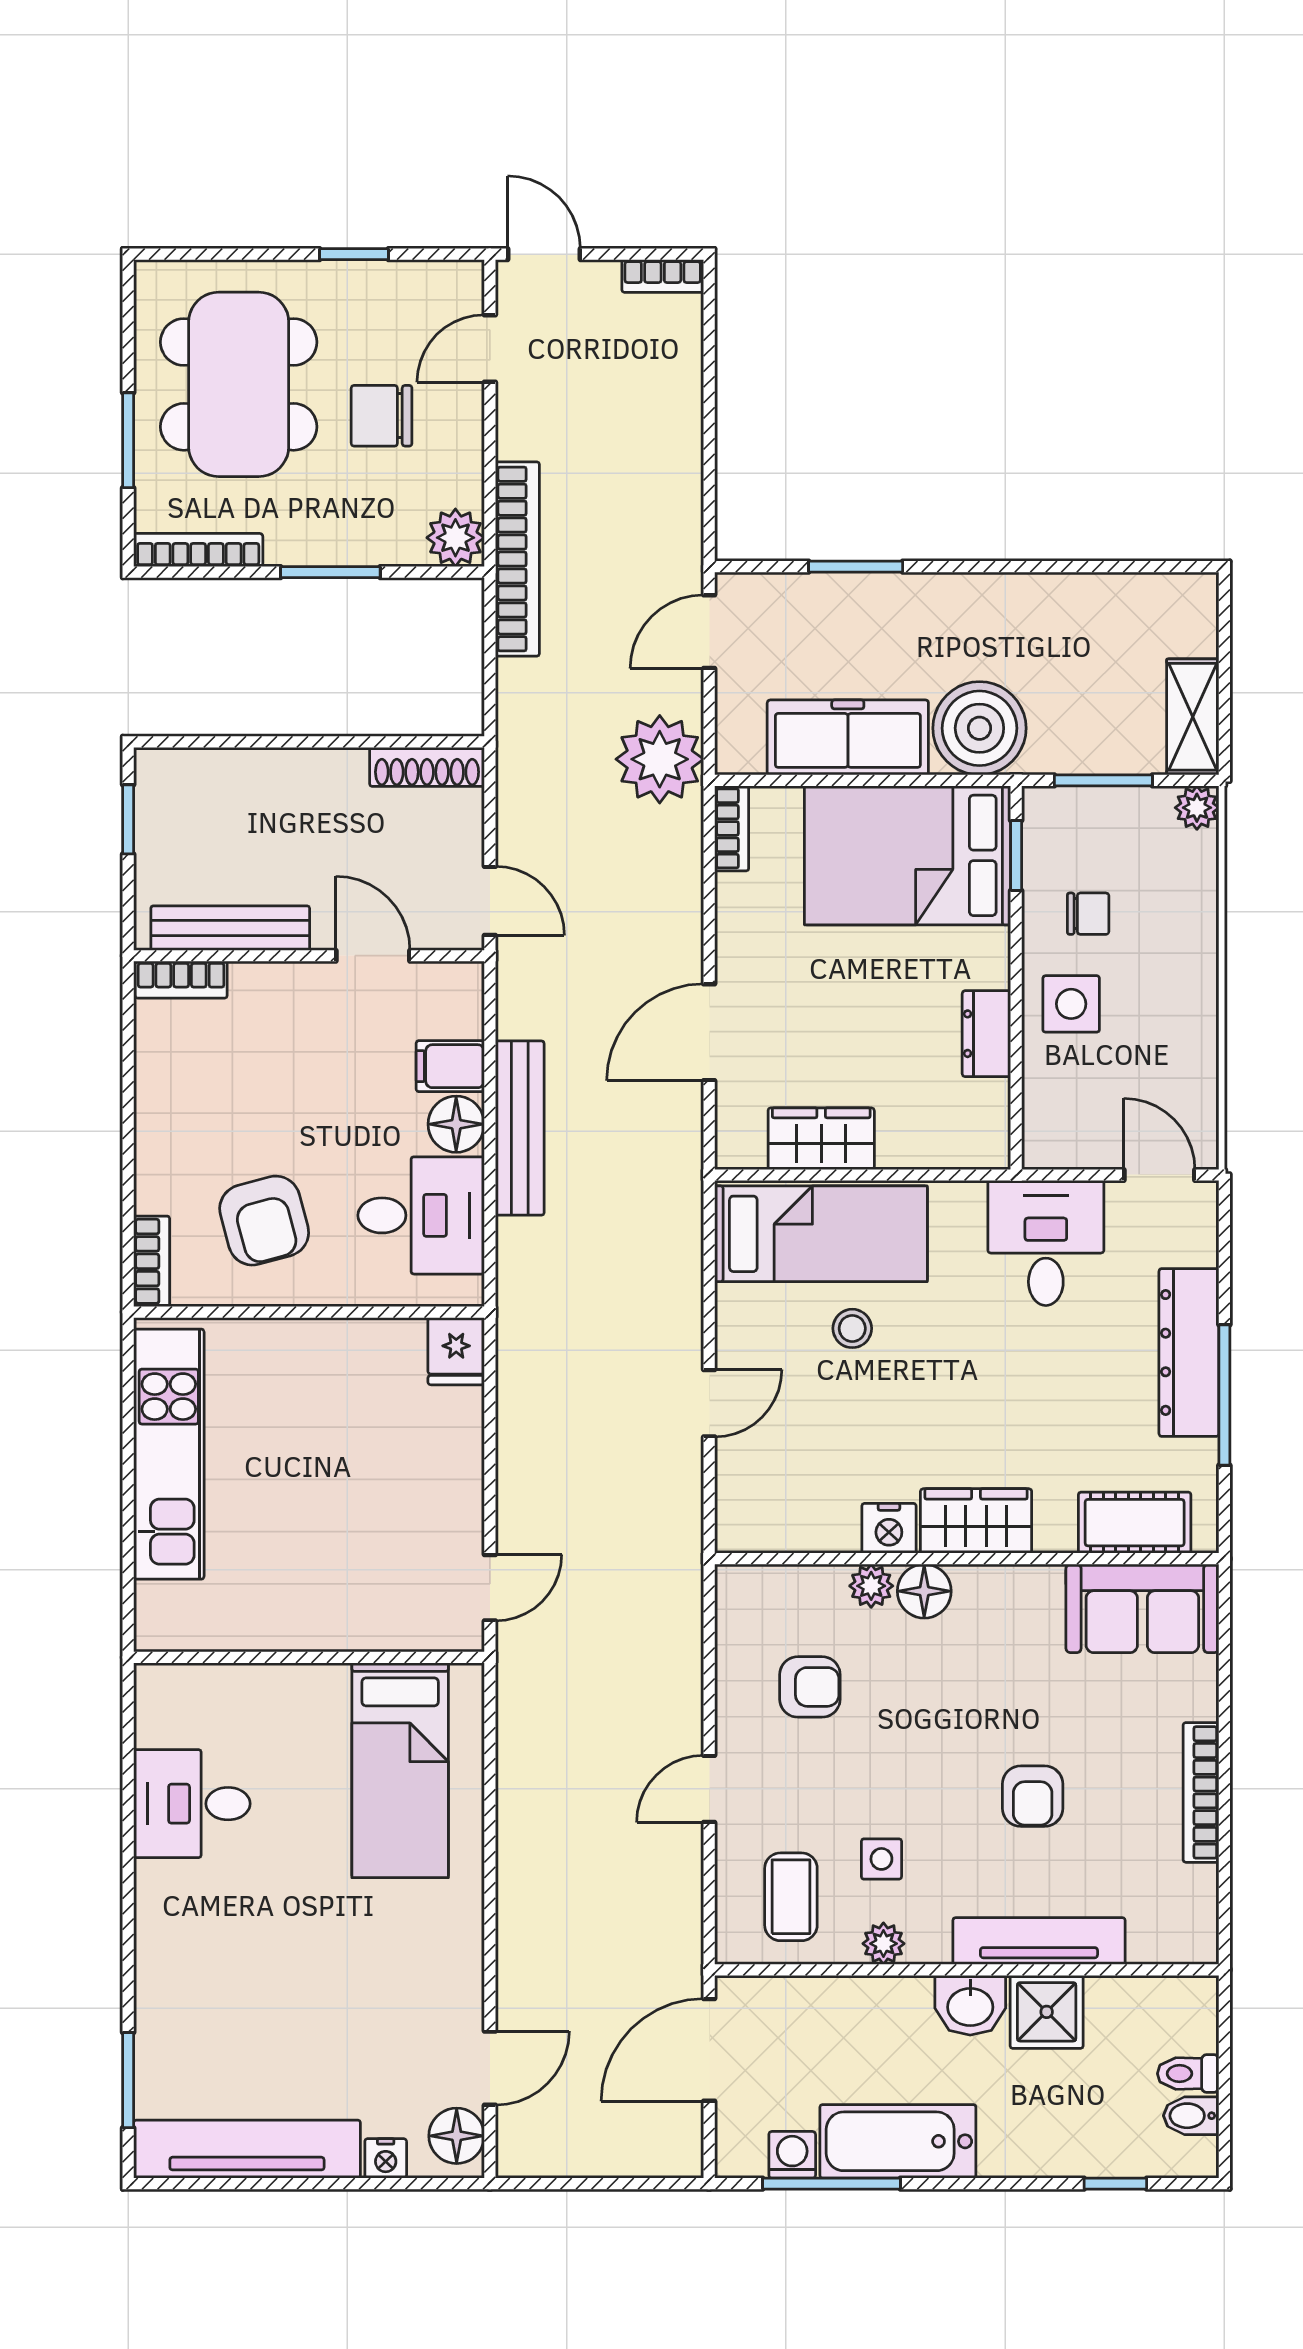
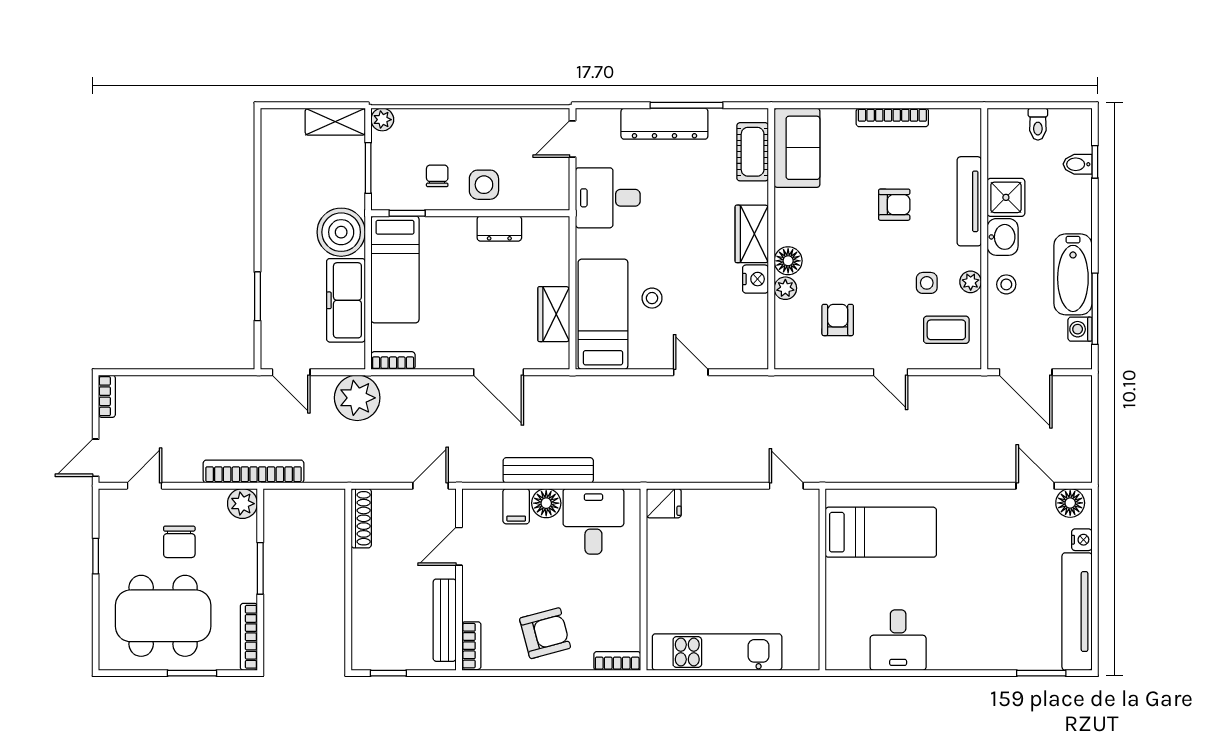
door: (490, 348) -> (144, 486), swing flipped
bed: (907, 855) -> (395, 269), width x0.67
armchair: (264, 1221) -> (545, 633), moved
stool: (879, 2012) -> (1006, 284), added
bidet: (1191, 2116) -> (1078, 164), moved, turned 90

